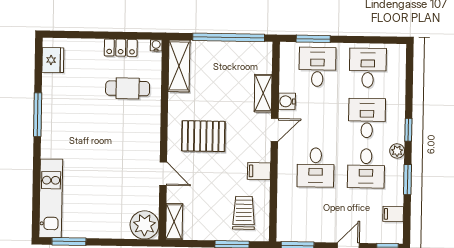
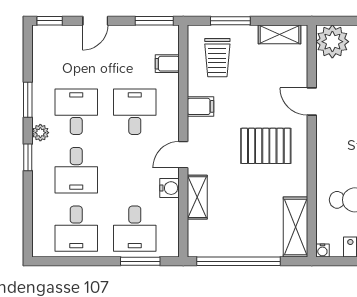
filing cabinet: (393, 214) -> (167, 64), moved, turned 180
shelving: (174, 222) -> (280, 34), moved, turned 90

